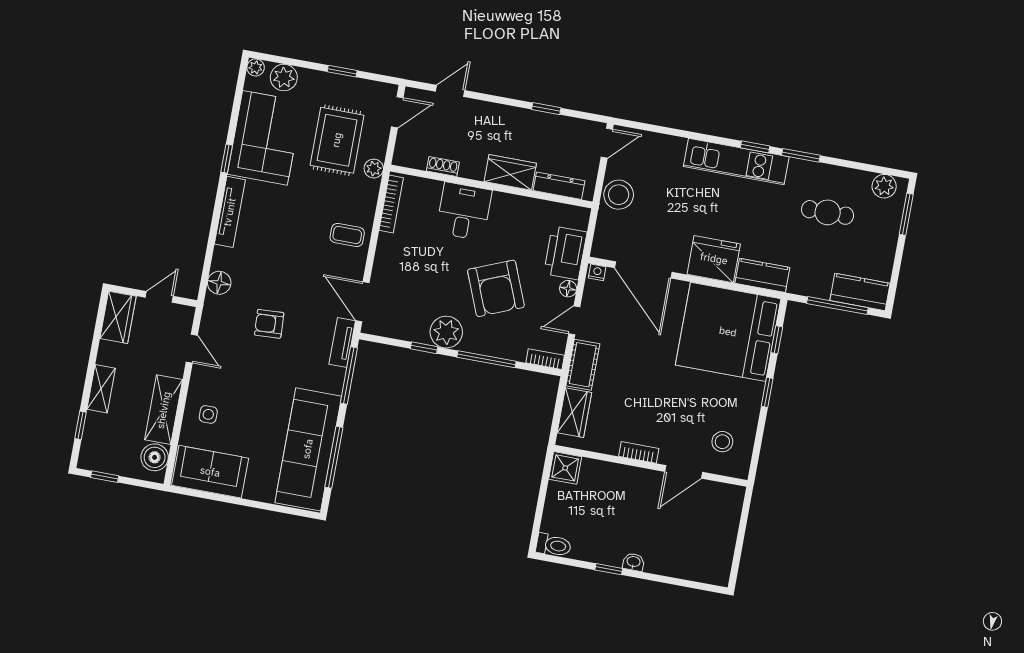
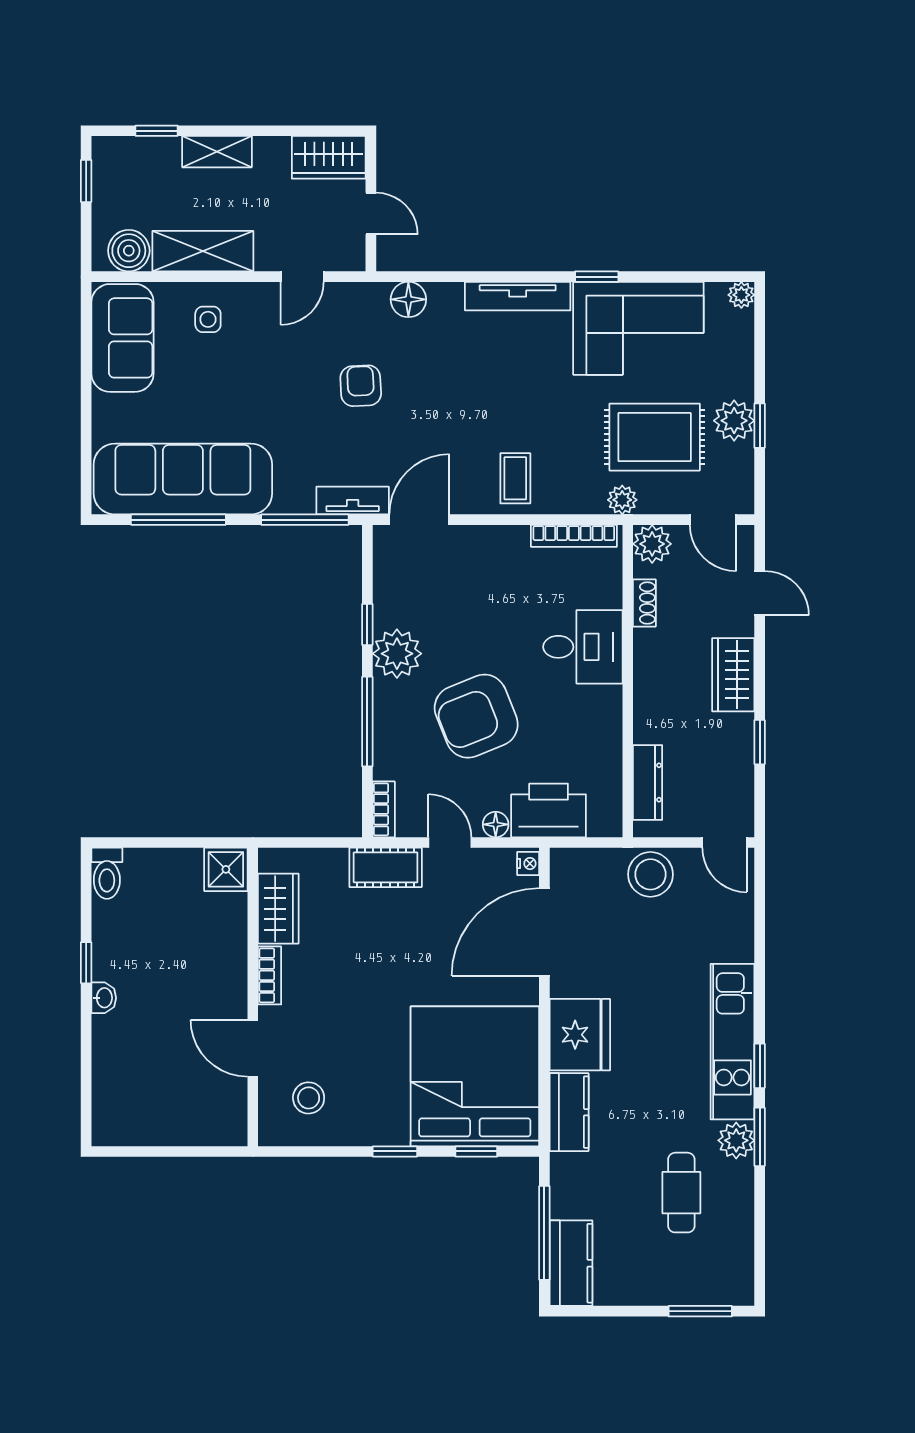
plant: (284, 77) -> (734, 421), moved
plant: (406, 155) -> (652, 544), added
wardrobe: (510, 172) -> (733, 675), moved, turned 180
plant: (884, 186) -> (736, 1140), moved
wardrobe: (574, 413) -> (278, 909), moved, turned -90

